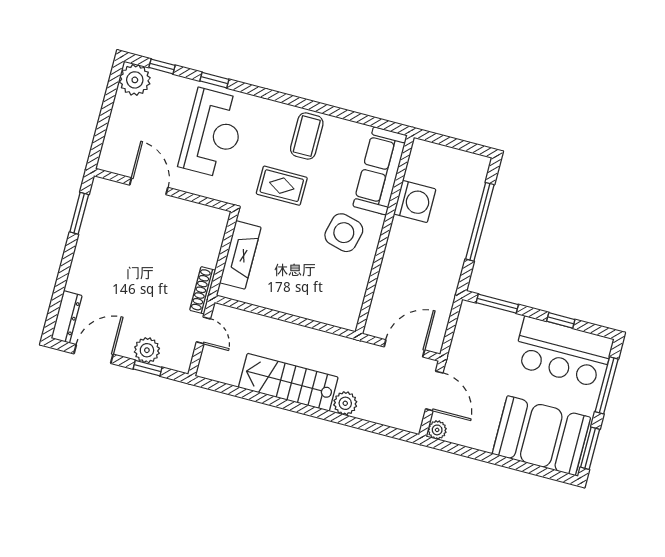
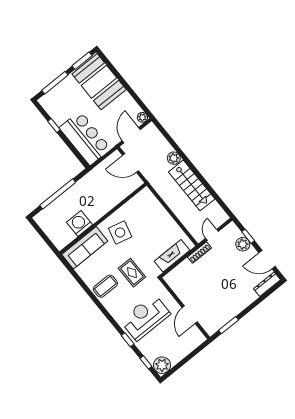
window: (497, 304) -> (76, 153), removed
bar counter: (563, 352) -> (85, 138), moved

